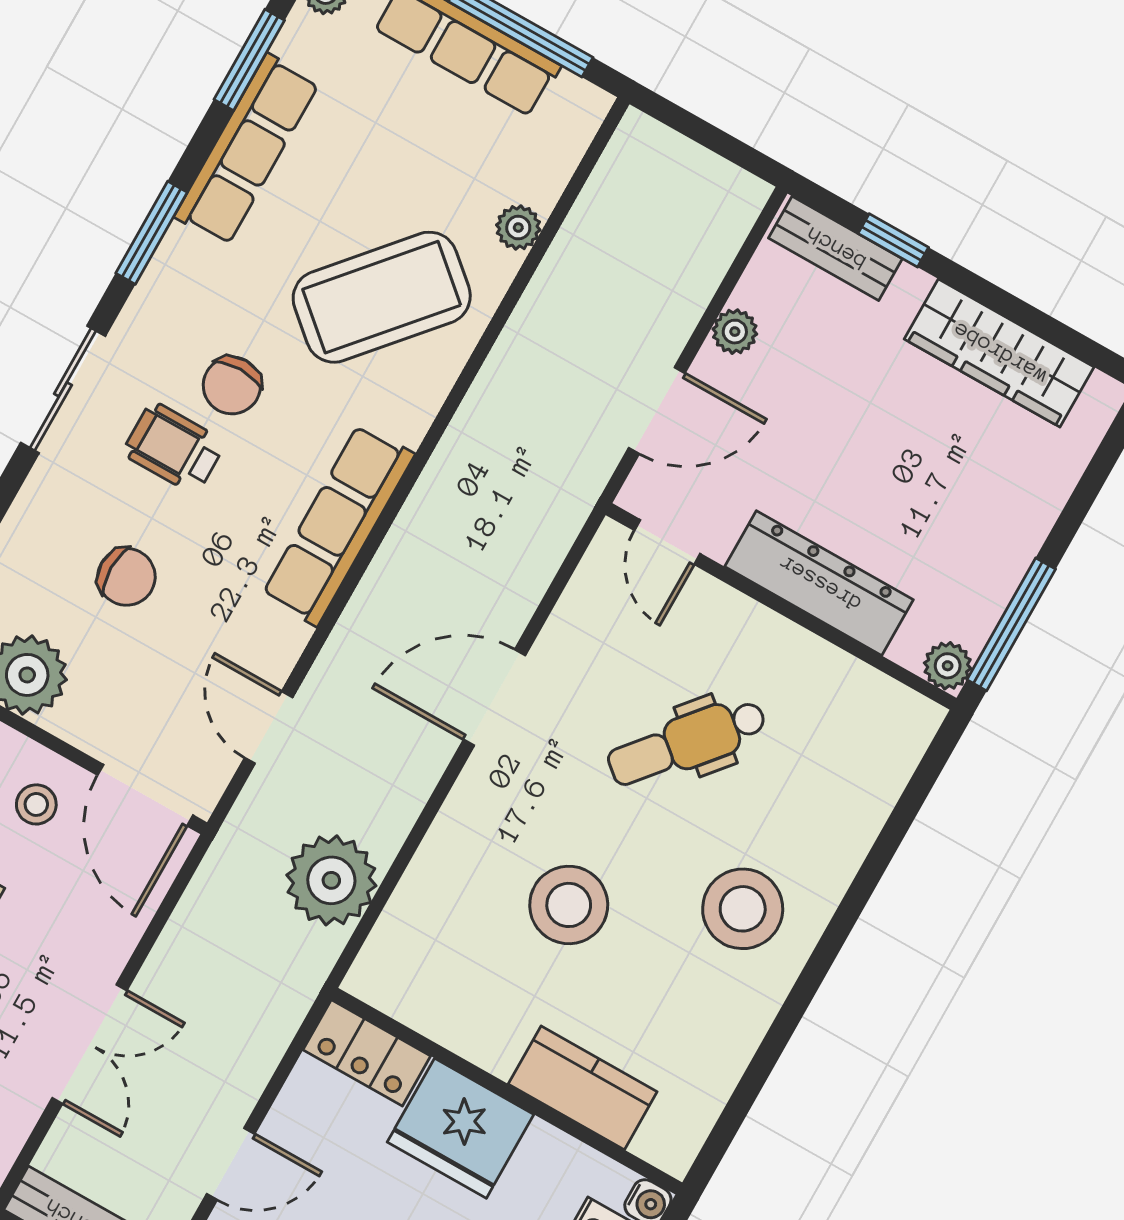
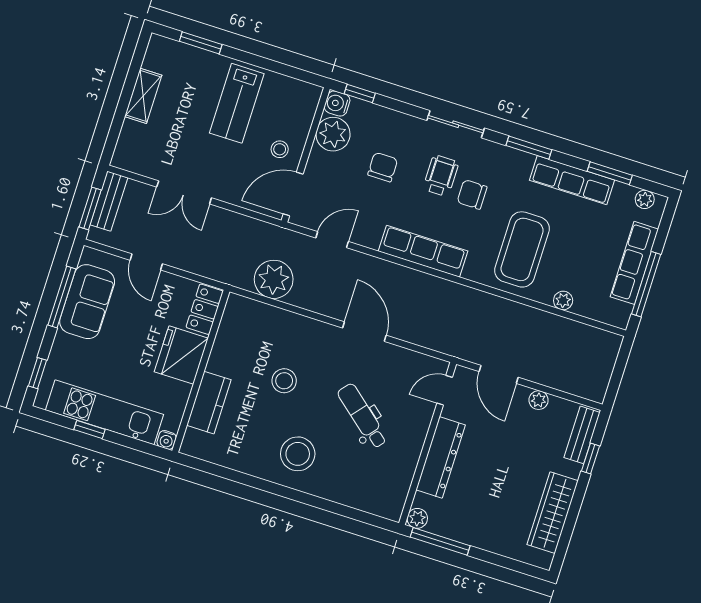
coffee table: (382, 297) -> (522, 249), turned 49
chair: (126, 577) -> (383, 167), turned 180
stool: (569, 905) -> (284, 381), width x0.73, depth x0.73

